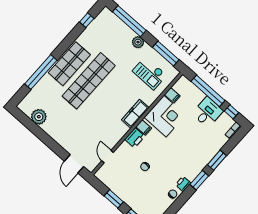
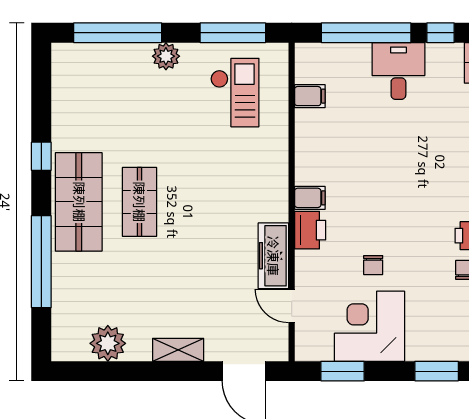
window: (87, 20) -> (41, 156), moved
checkout: (150, 73) -> (235, 93), turned -90
shop shelf: (89, 81) -> (139, 202), width x0.50, depth x0.74
freezer: (135, 114) -> (273, 256), moved
corner desk: (165, 116) -> (370, 326), moved, turned -90
shelving: (59, 139) -> (178, 350), added
window: (114, 199) -> (343, 371), moved

